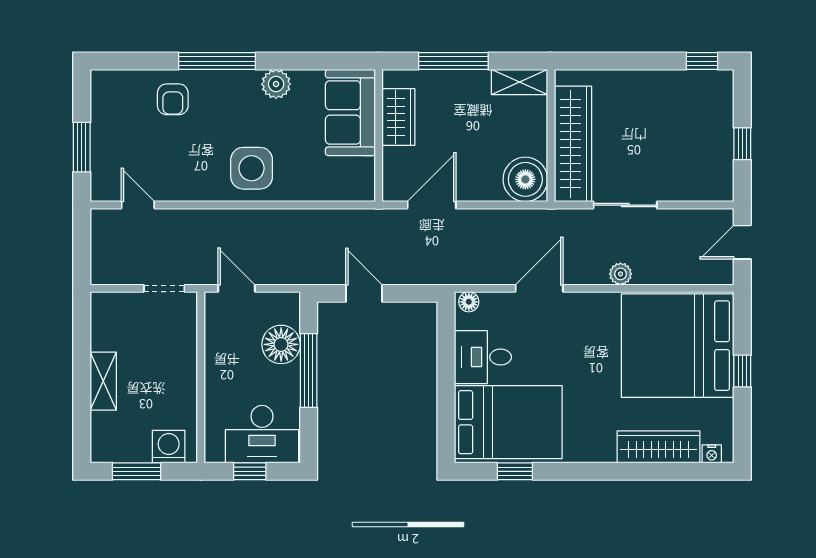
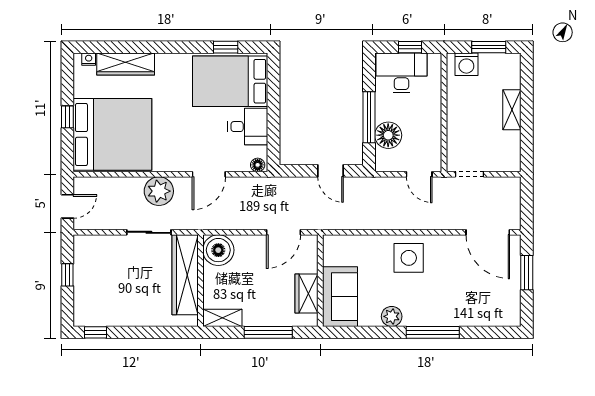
armchair: (173, 99) -> (464, 306), removed
door: (138, 205) -> (488, 232), width x1.88
plant: (621, 274) -> (159, 191), width x1.88, depth x1.88

